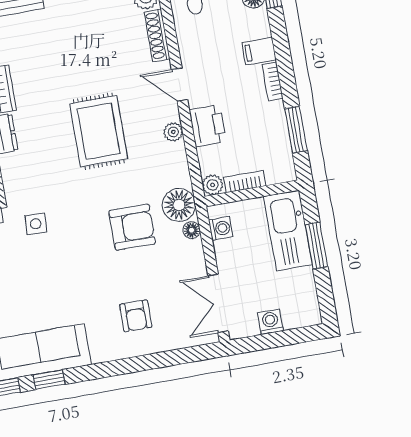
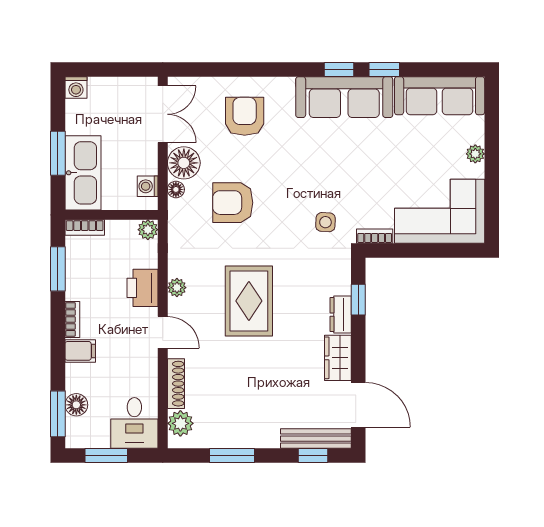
bookcase: (245, 182) -> (85, 227), moved
floor lamp: (179, 205) -> (184, 163), moved
armchair: (136, 316) -> (245, 116), width x1.38, depth x1.38
washing machine: (270, 322) -> (76, 88), moved

